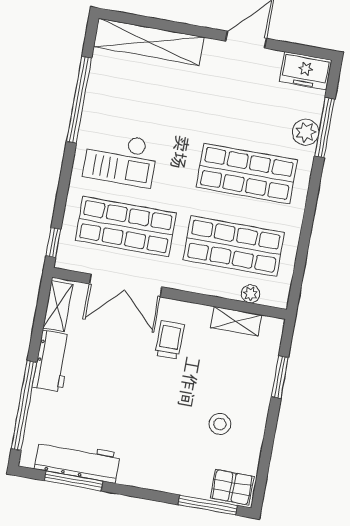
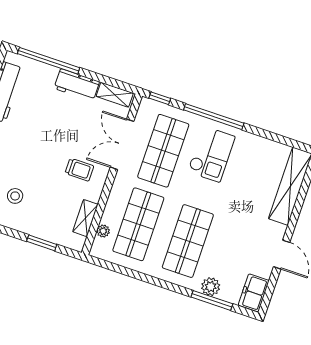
window: (79, 100) -> (214, 117), moved
checkout: (120, 159) -> (211, 154), turned 180

